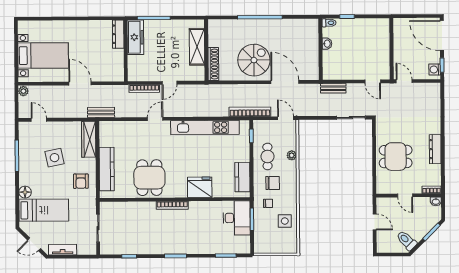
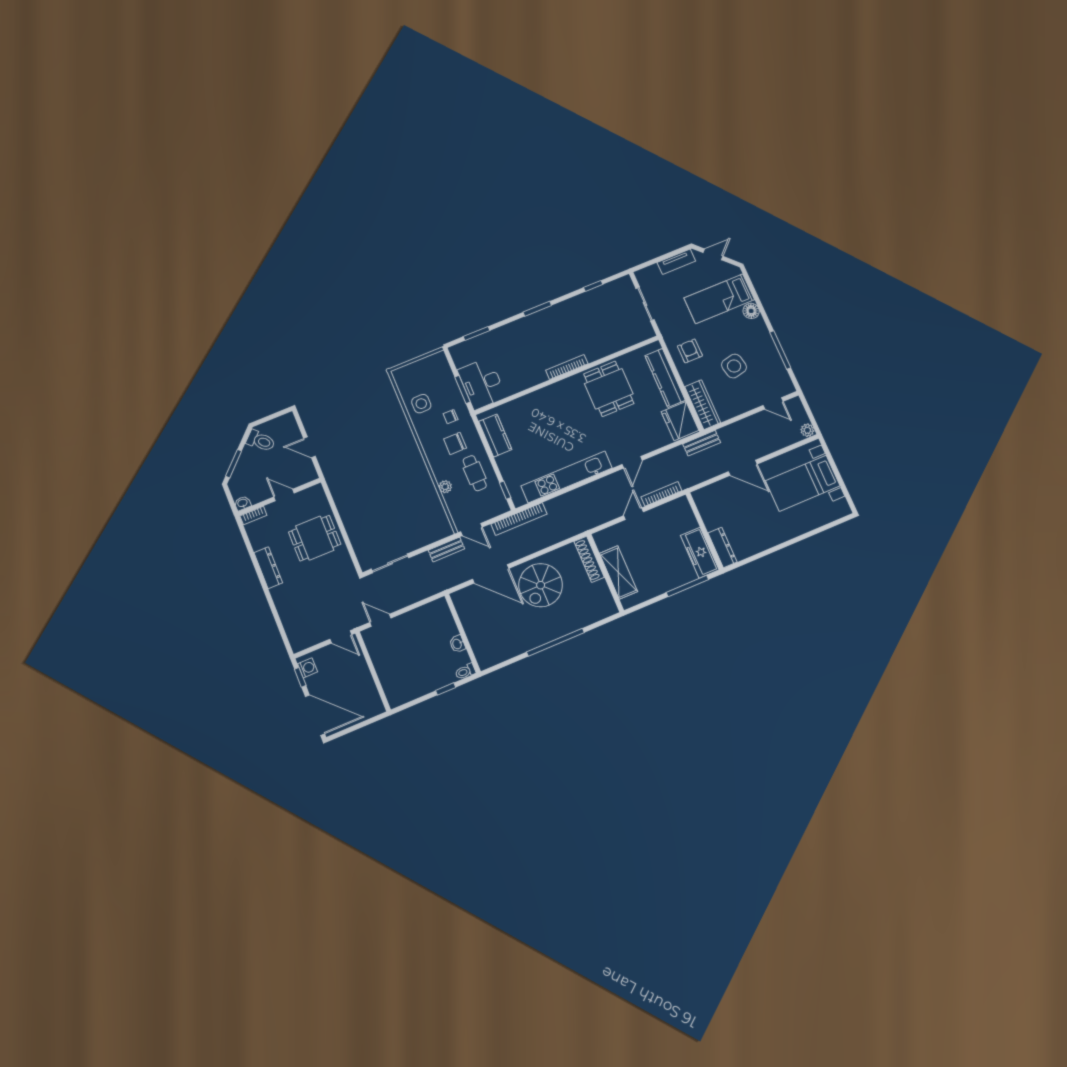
bench: (333, 88) -> (446, 550), moved
fridge: (200, 187) -> (680, 421), moved, turned 90

